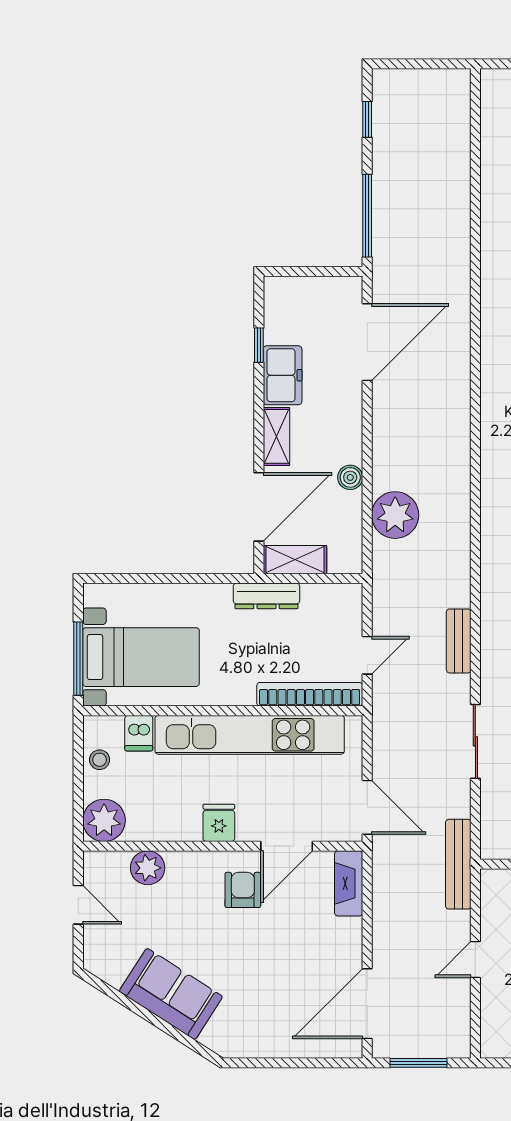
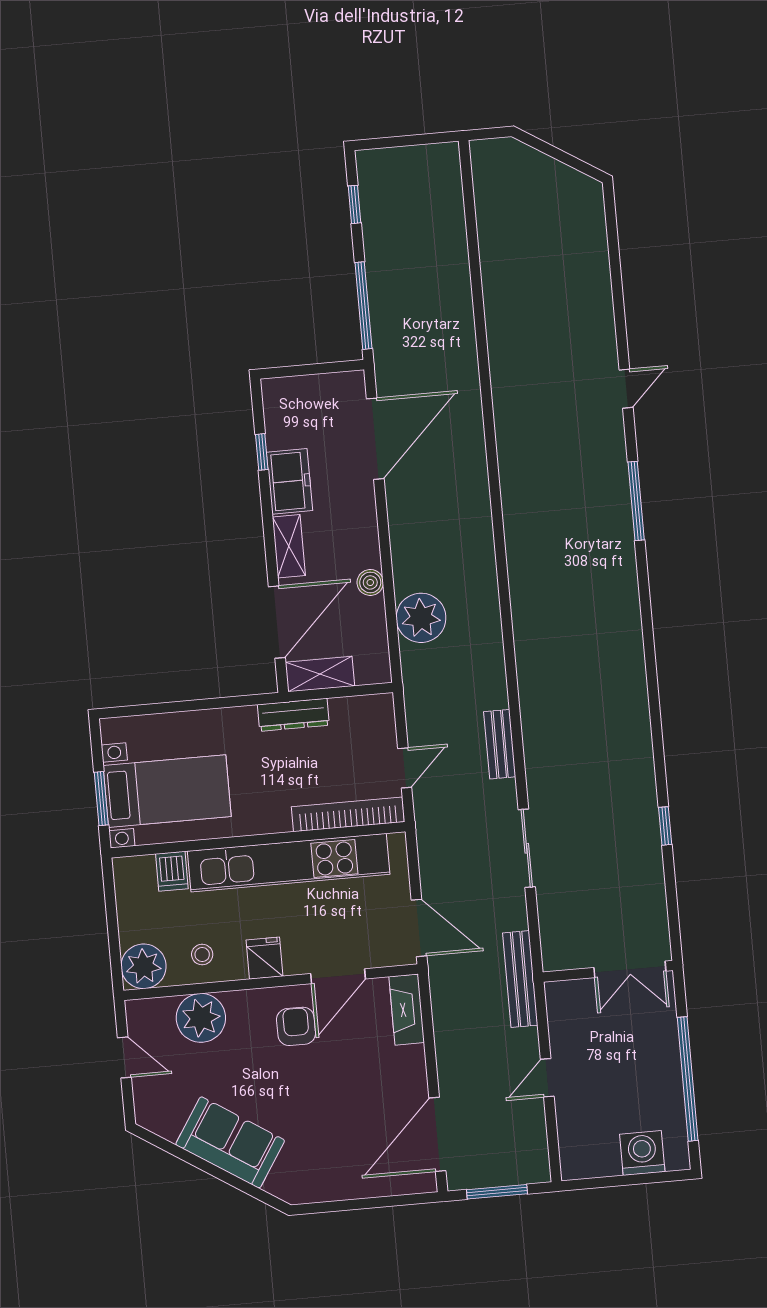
window: (78, 659) -> (101, 799), width x0.69
stool: (100, 760) -> (202, 955), moved
plant: (148, 868) -> (201, 1018), width x1.36, depth x1.36

